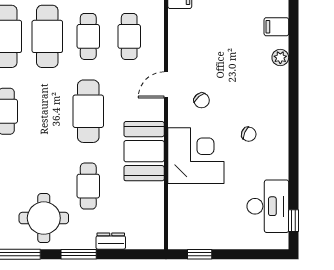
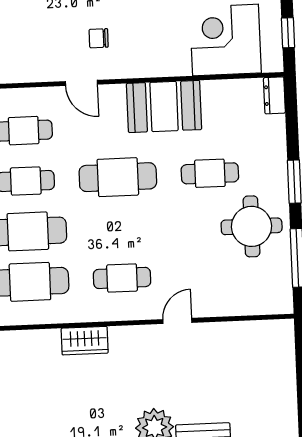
chair: (202, 100) -> (99, 38), turned -140
corner desk: (196, 156) -> (225, 40), moved
dresser: (111, 241) -> (274, 95), moved

